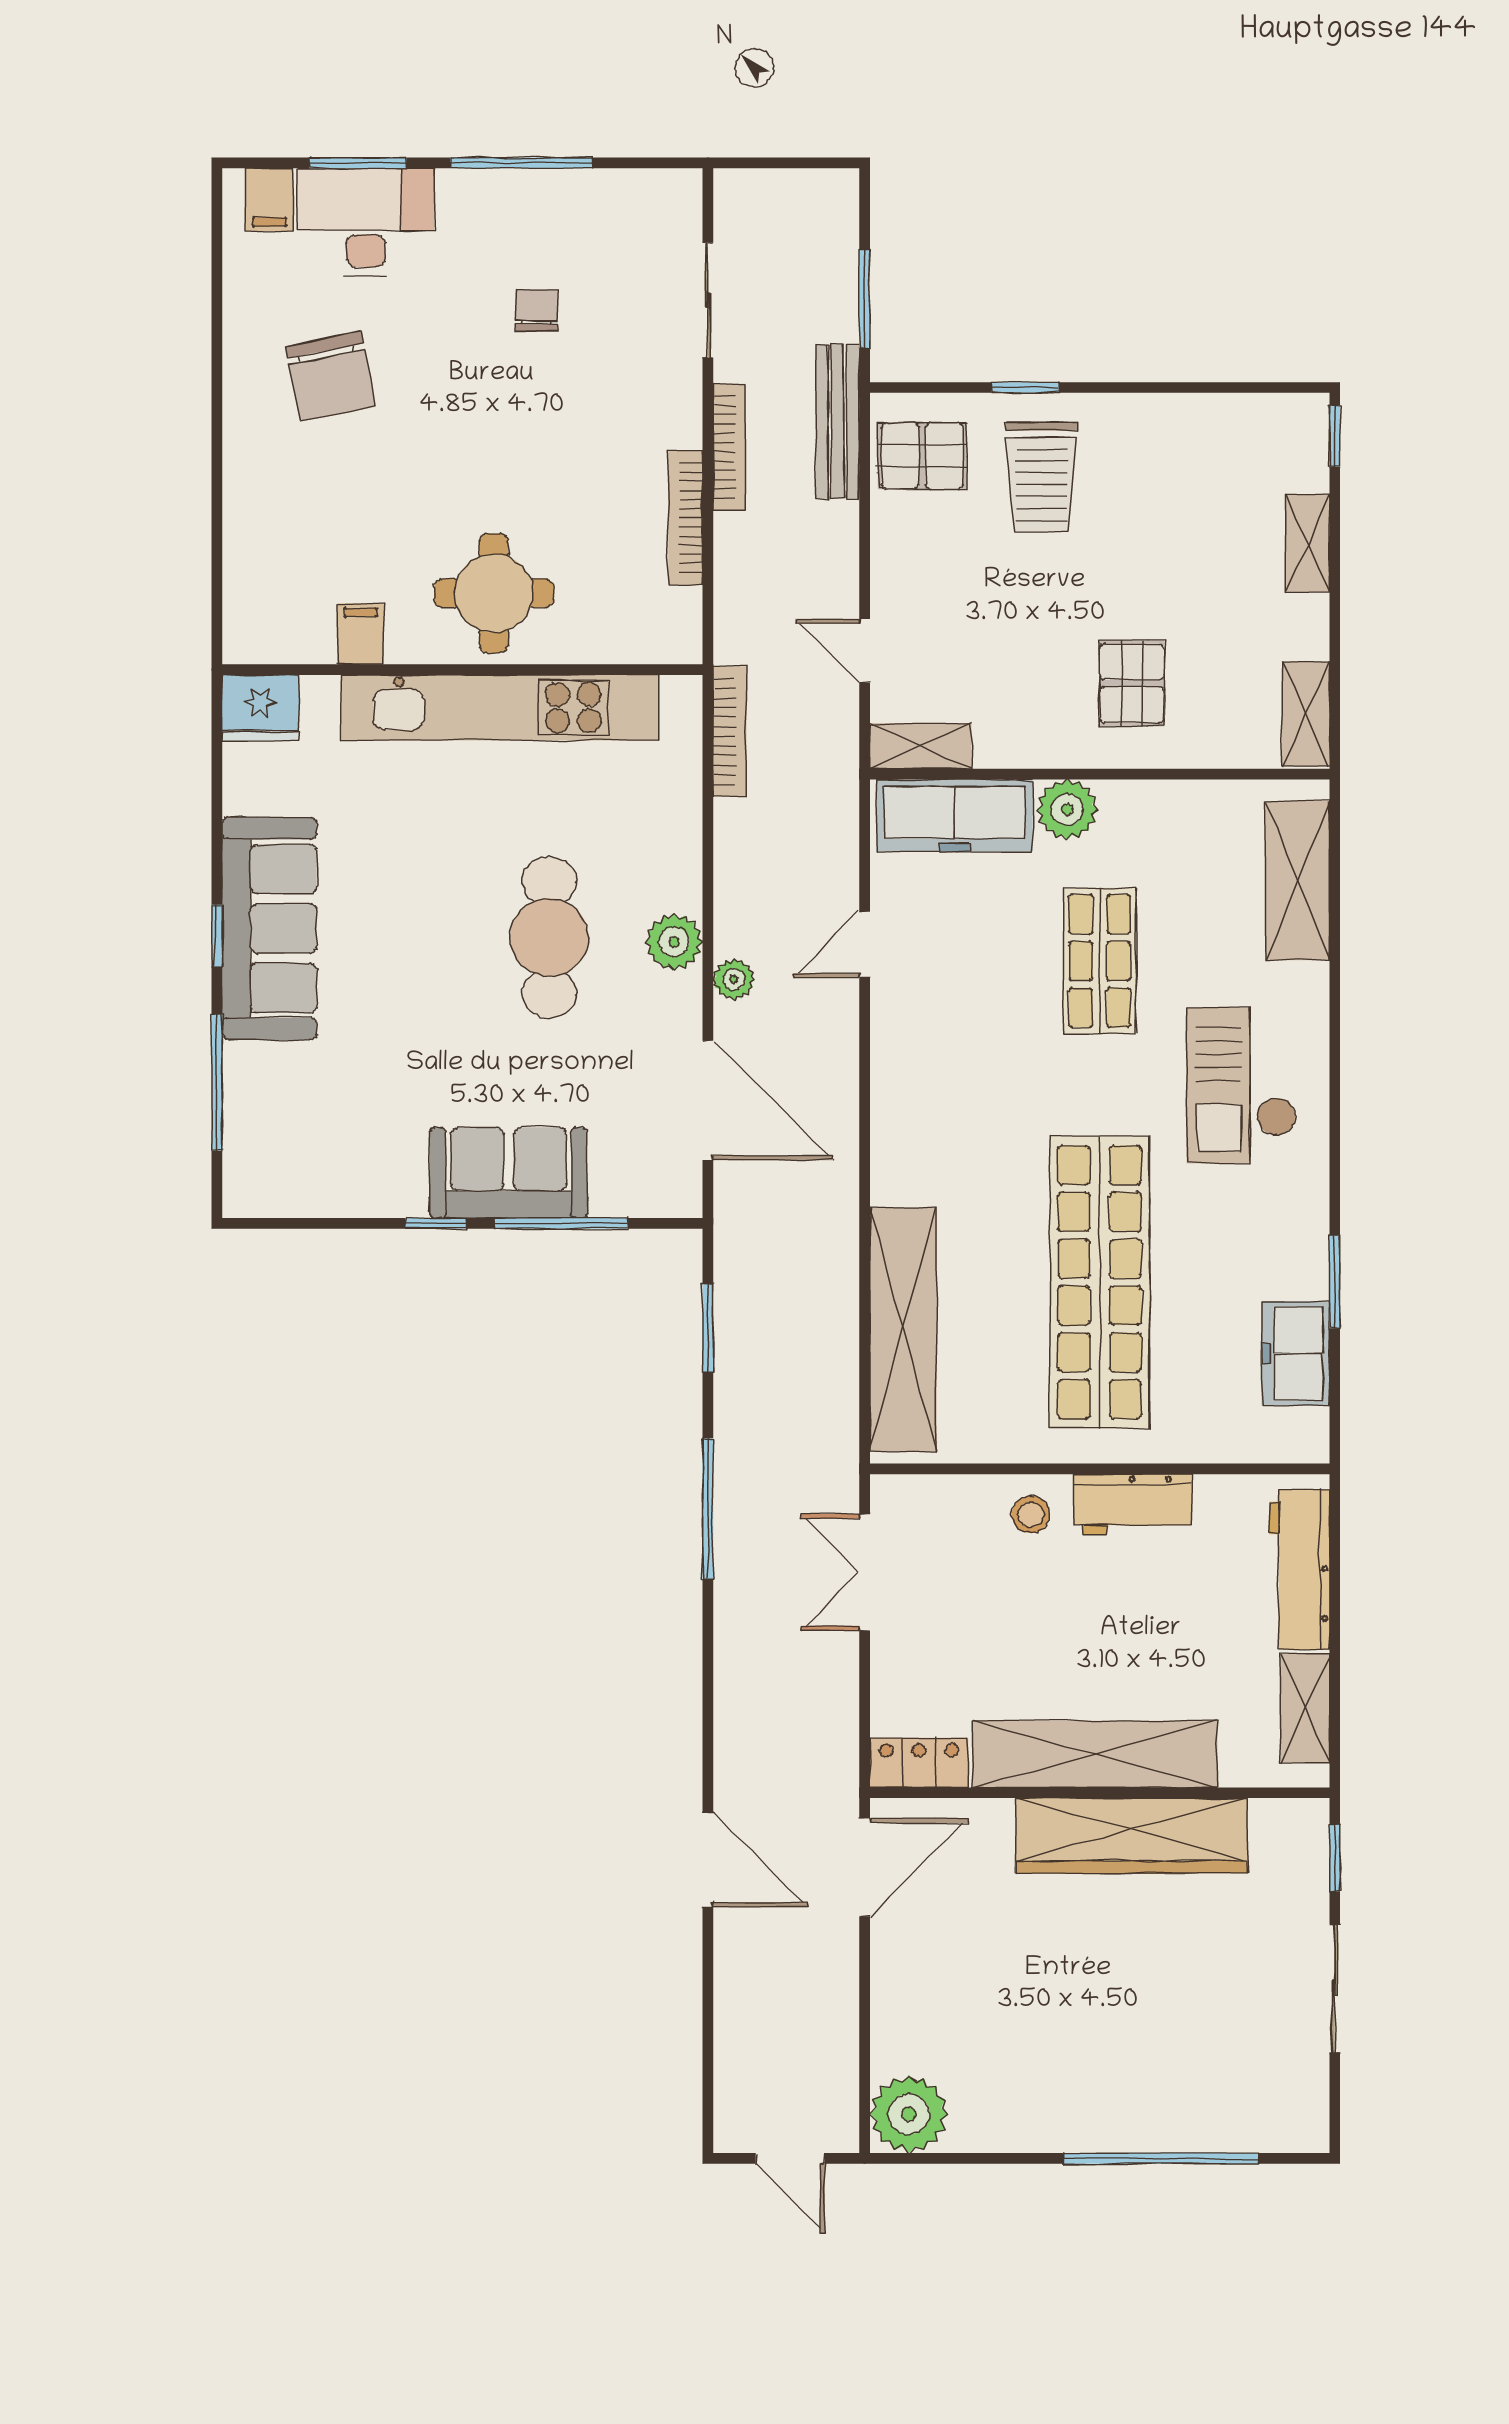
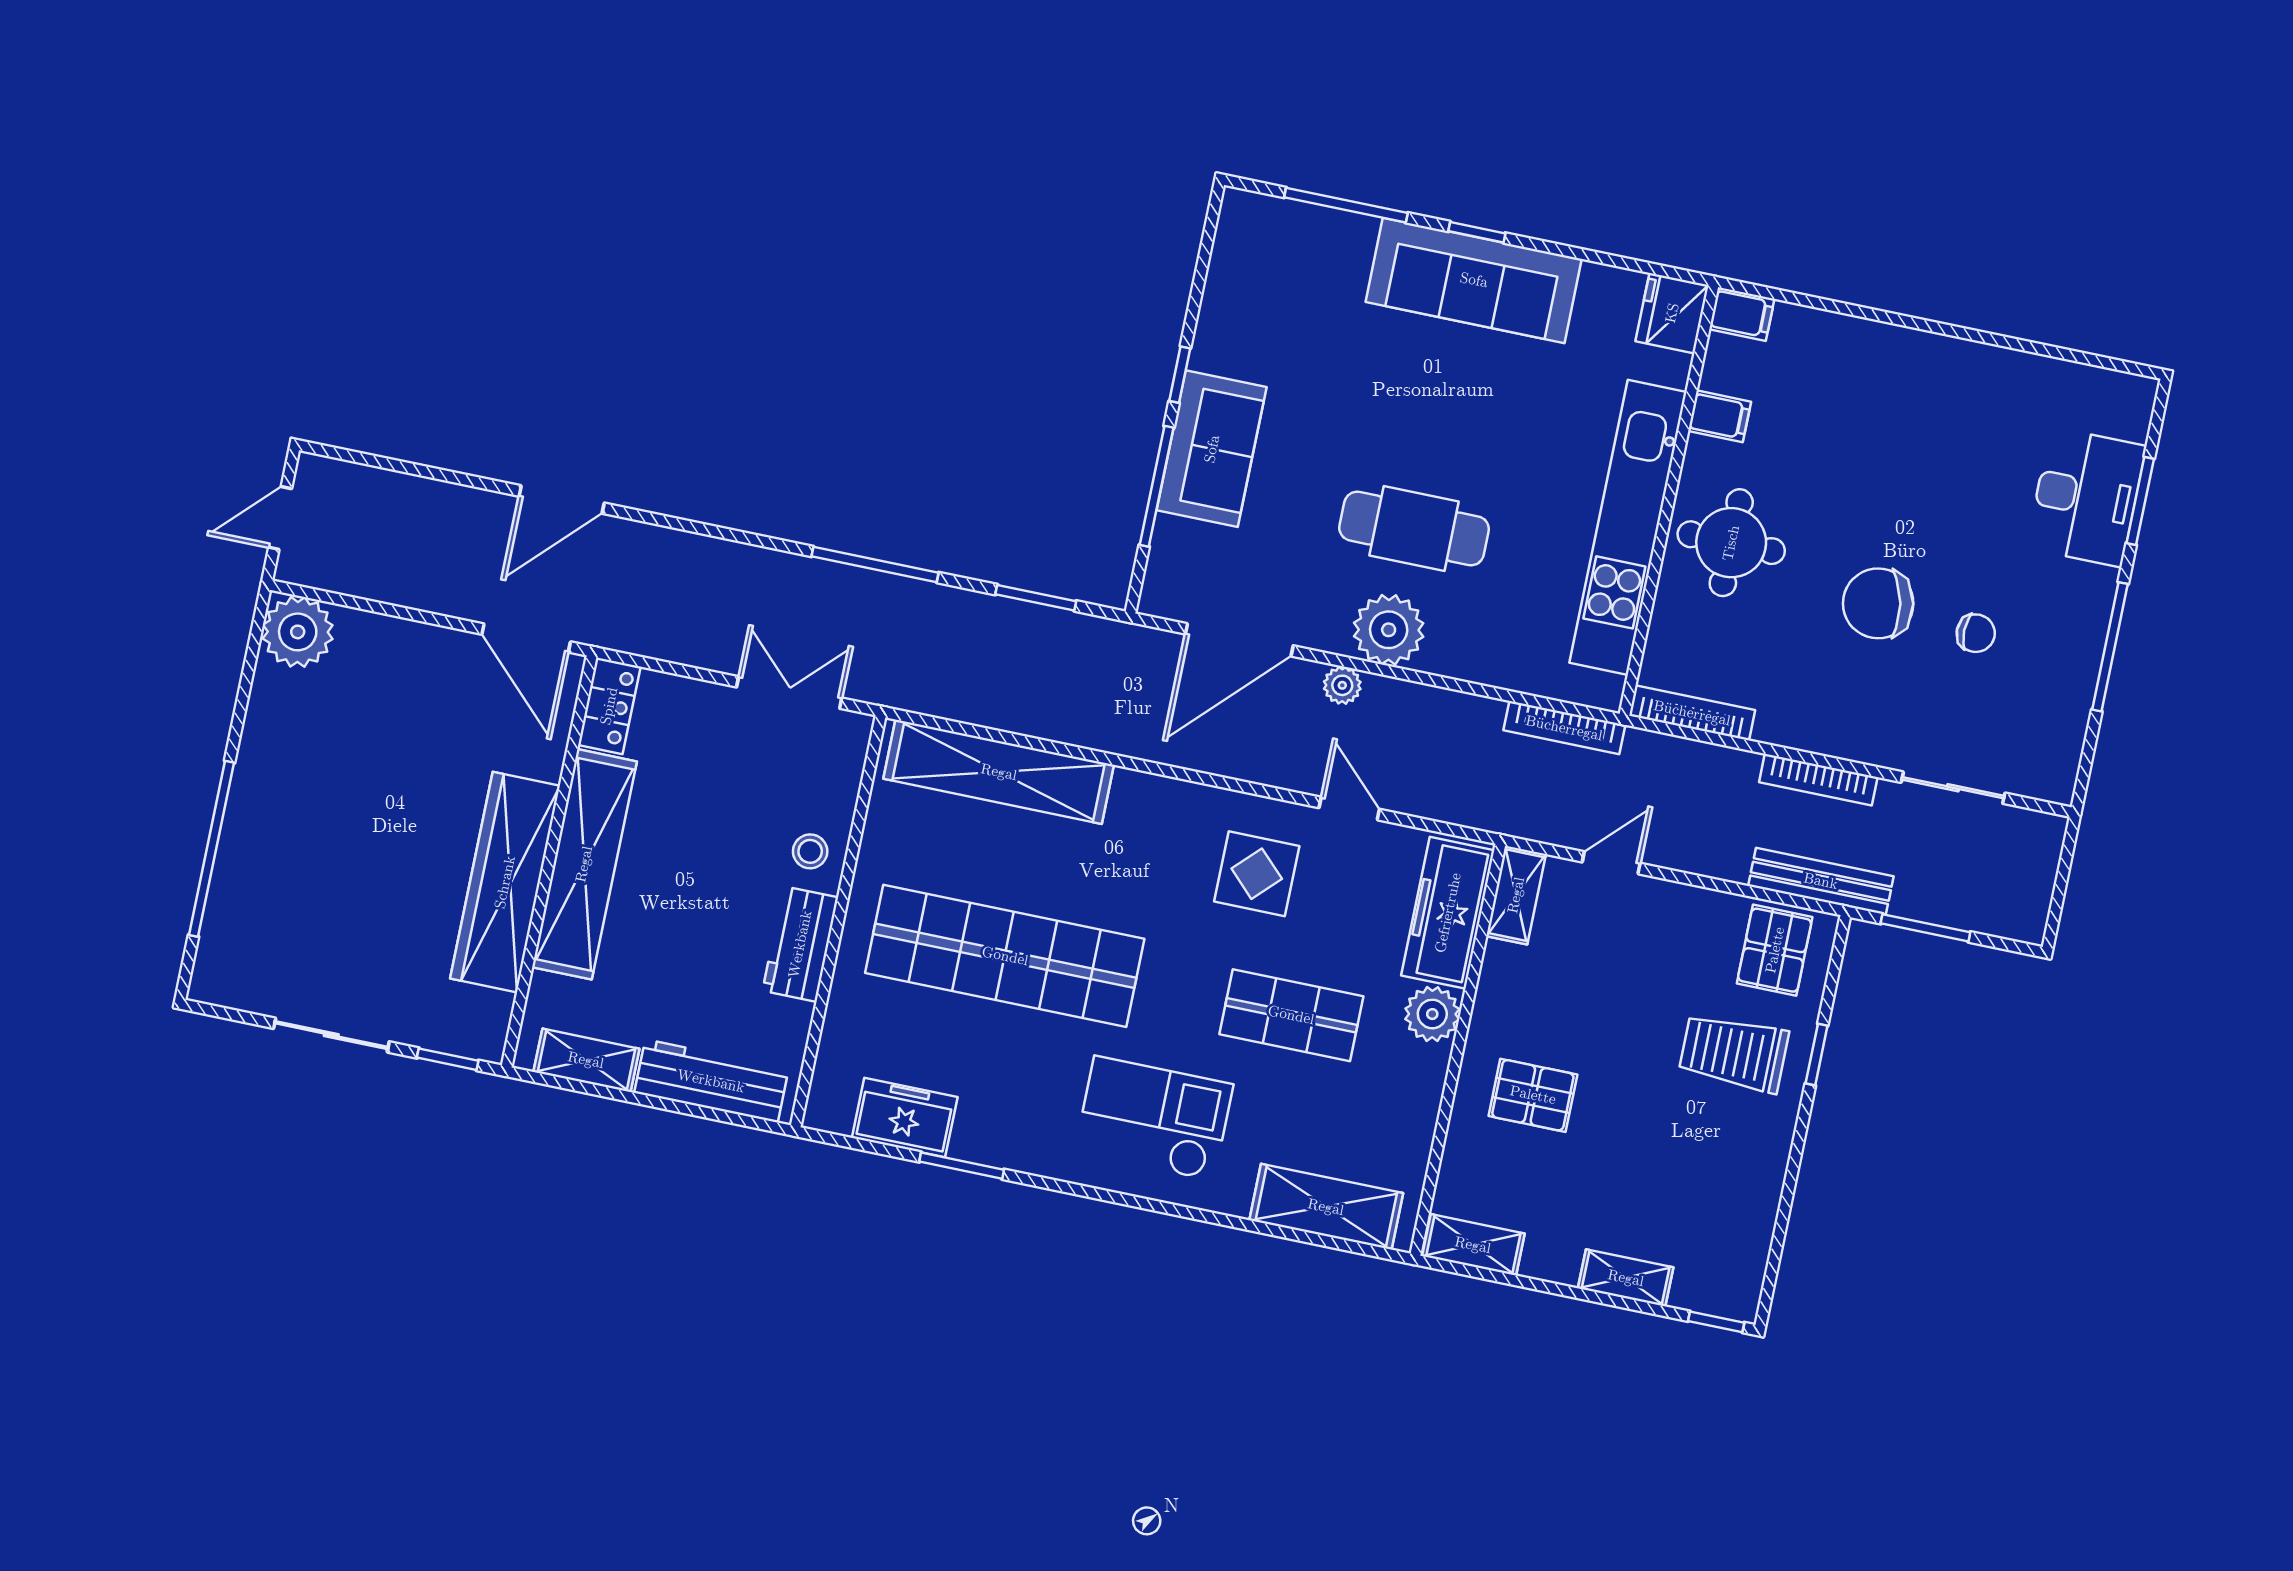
filing cabinet: (269, 200) -> (1742, 314), moved, turned 180
chair: (330, 377) -> (1878, 603), moved
bookcase: (685, 518) -> (1692, 713), moved
plant: (674, 942) -> (1389, 630), width x1.36, depth x1.36
display table: (955, 1029) -> (1257, 874), added

